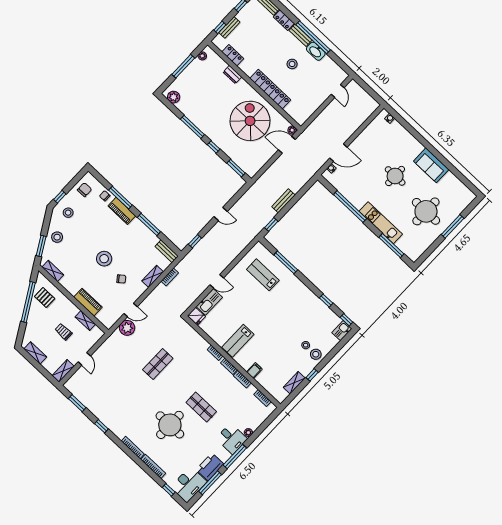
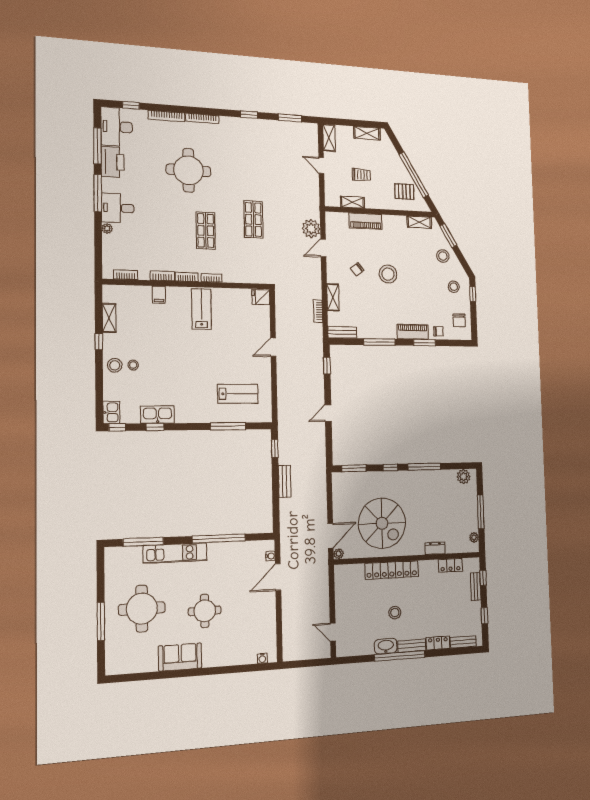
window: (120, 198) -> (425, 343), width x0.69
kitchen sink: (209, 302) -> (157, 415), moved, turned 90
shop shelf: (201, 407) -> (206, 231), moved, turned 90

